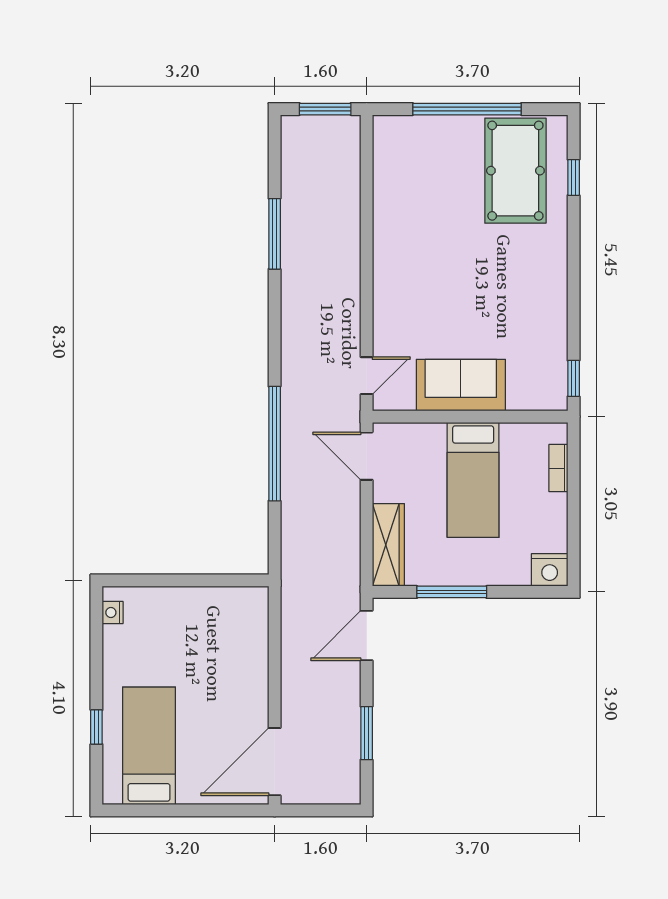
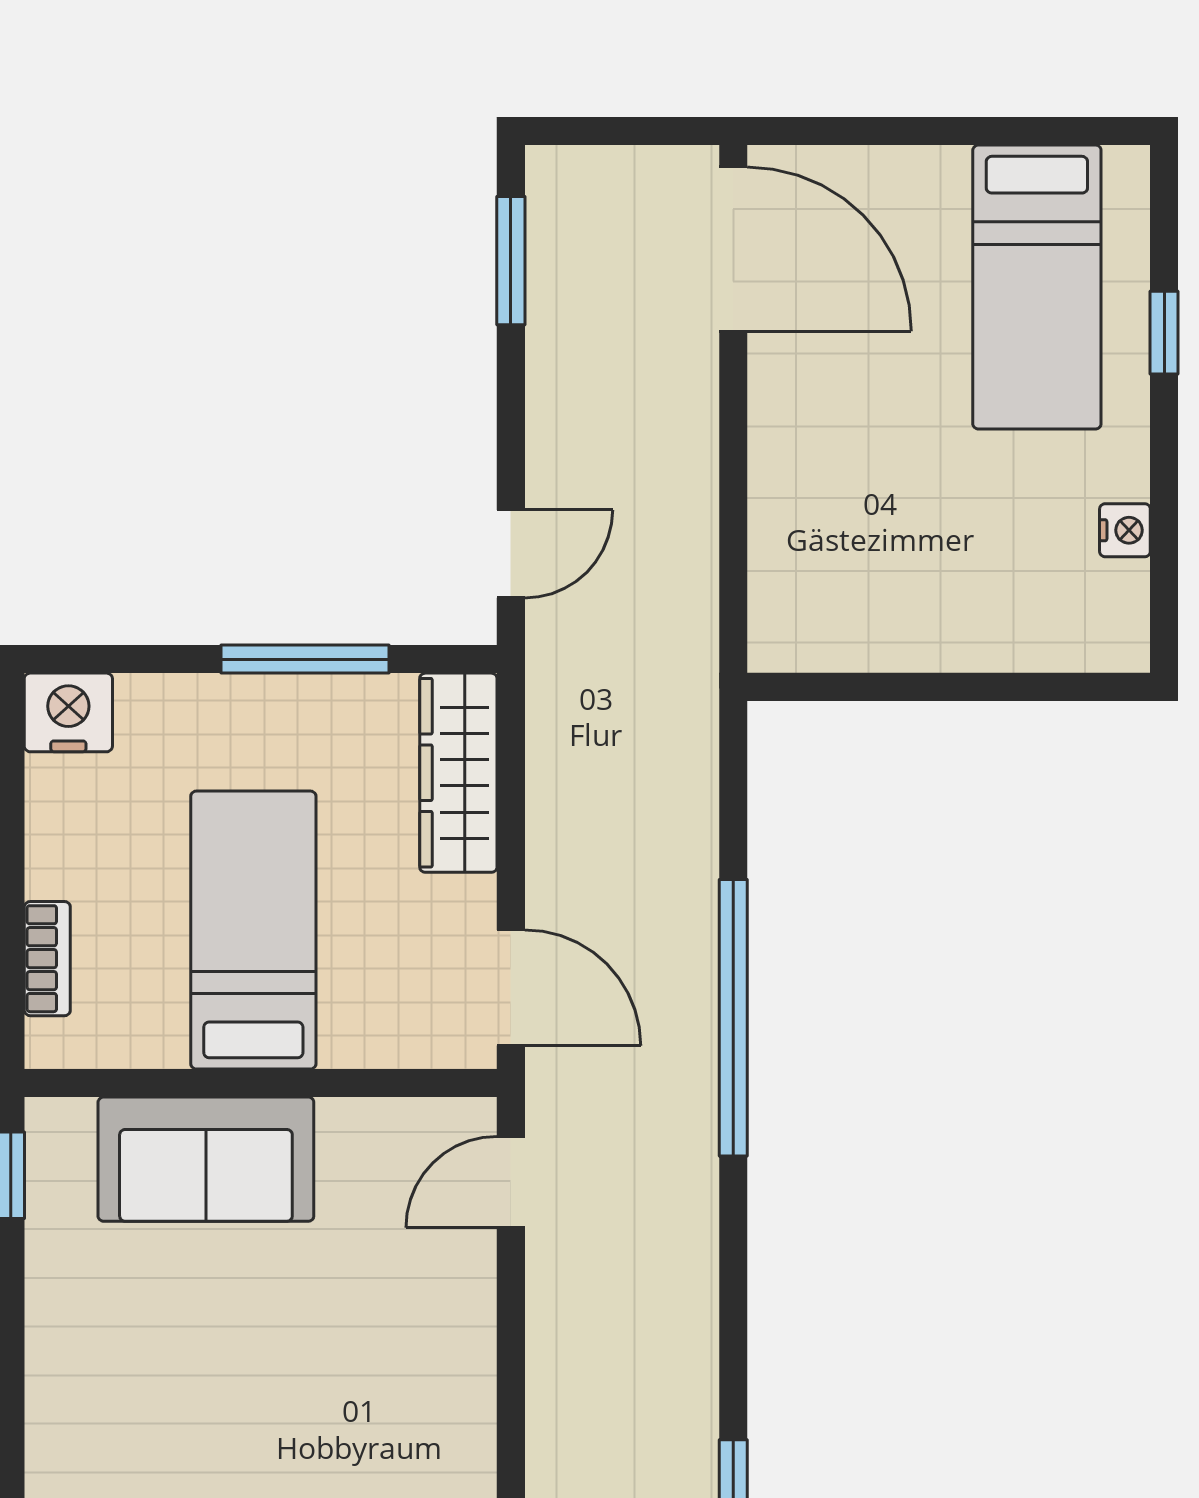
sofa: (461, 385) -> (206, 1159), moved
nightstand: (113, 612) -> (1125, 530), moved
door: (367, 636) -> (511, 554), width x0.73
window: (367, 733) -> (511, 261), moved
door: (275, 762) -> (733, 249), hinge flipped

